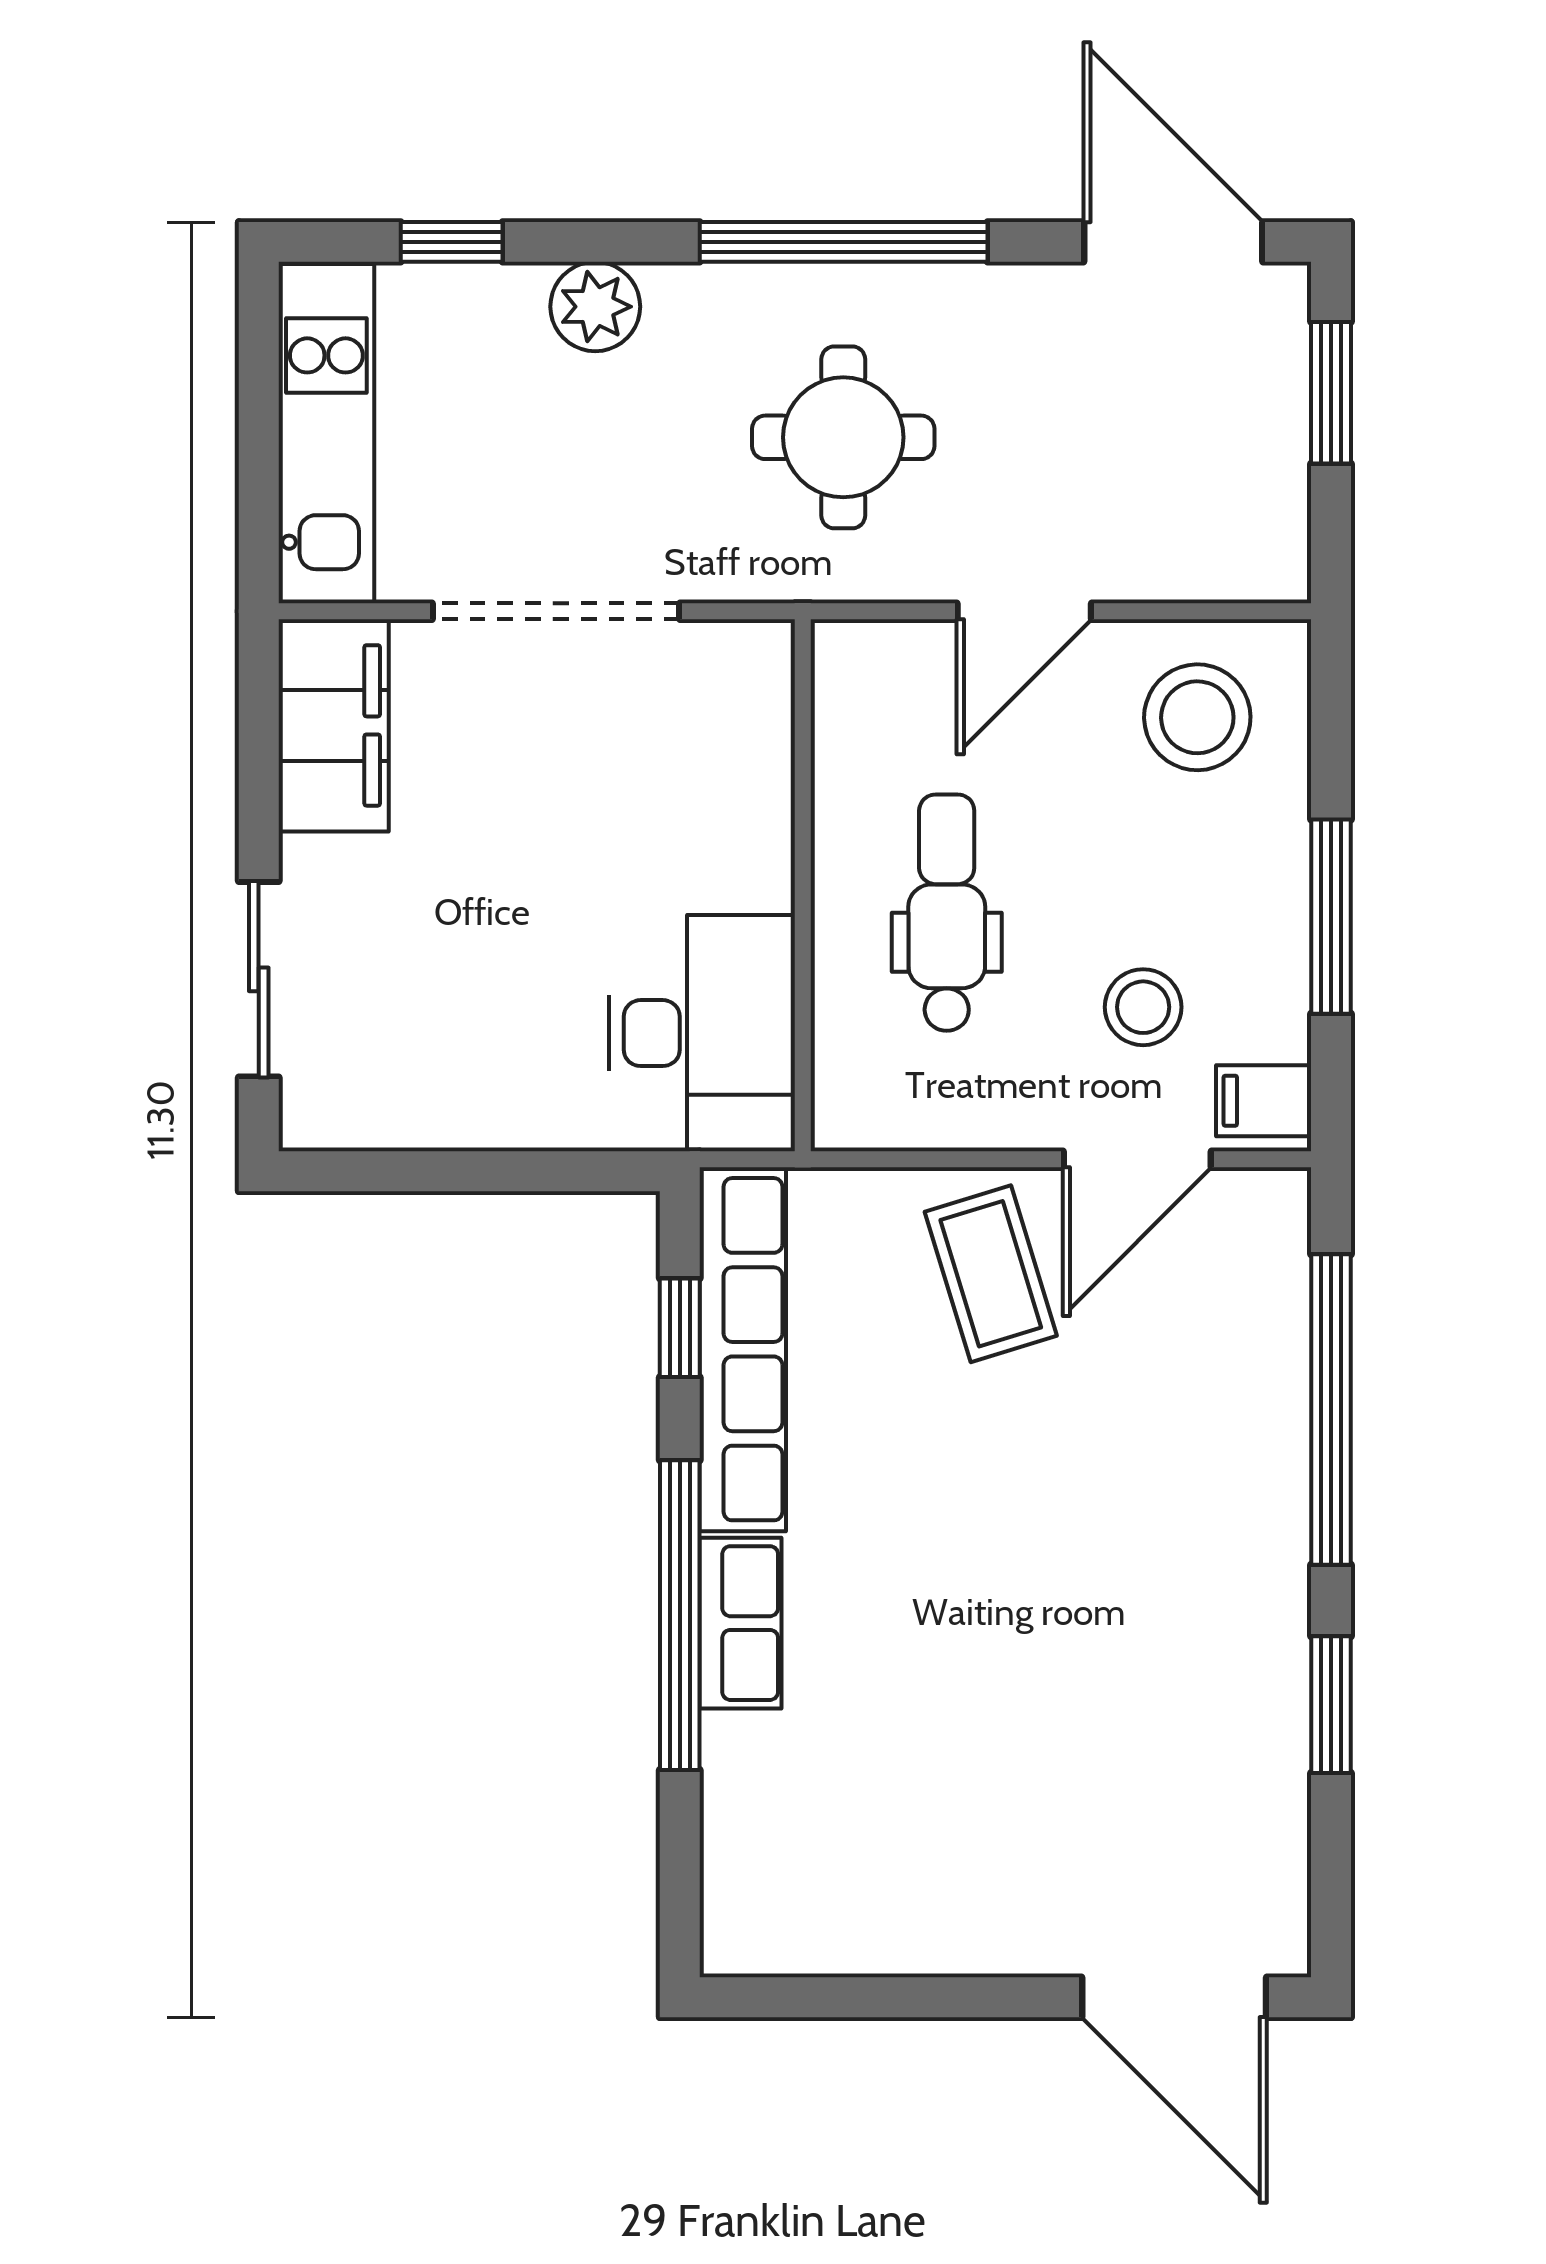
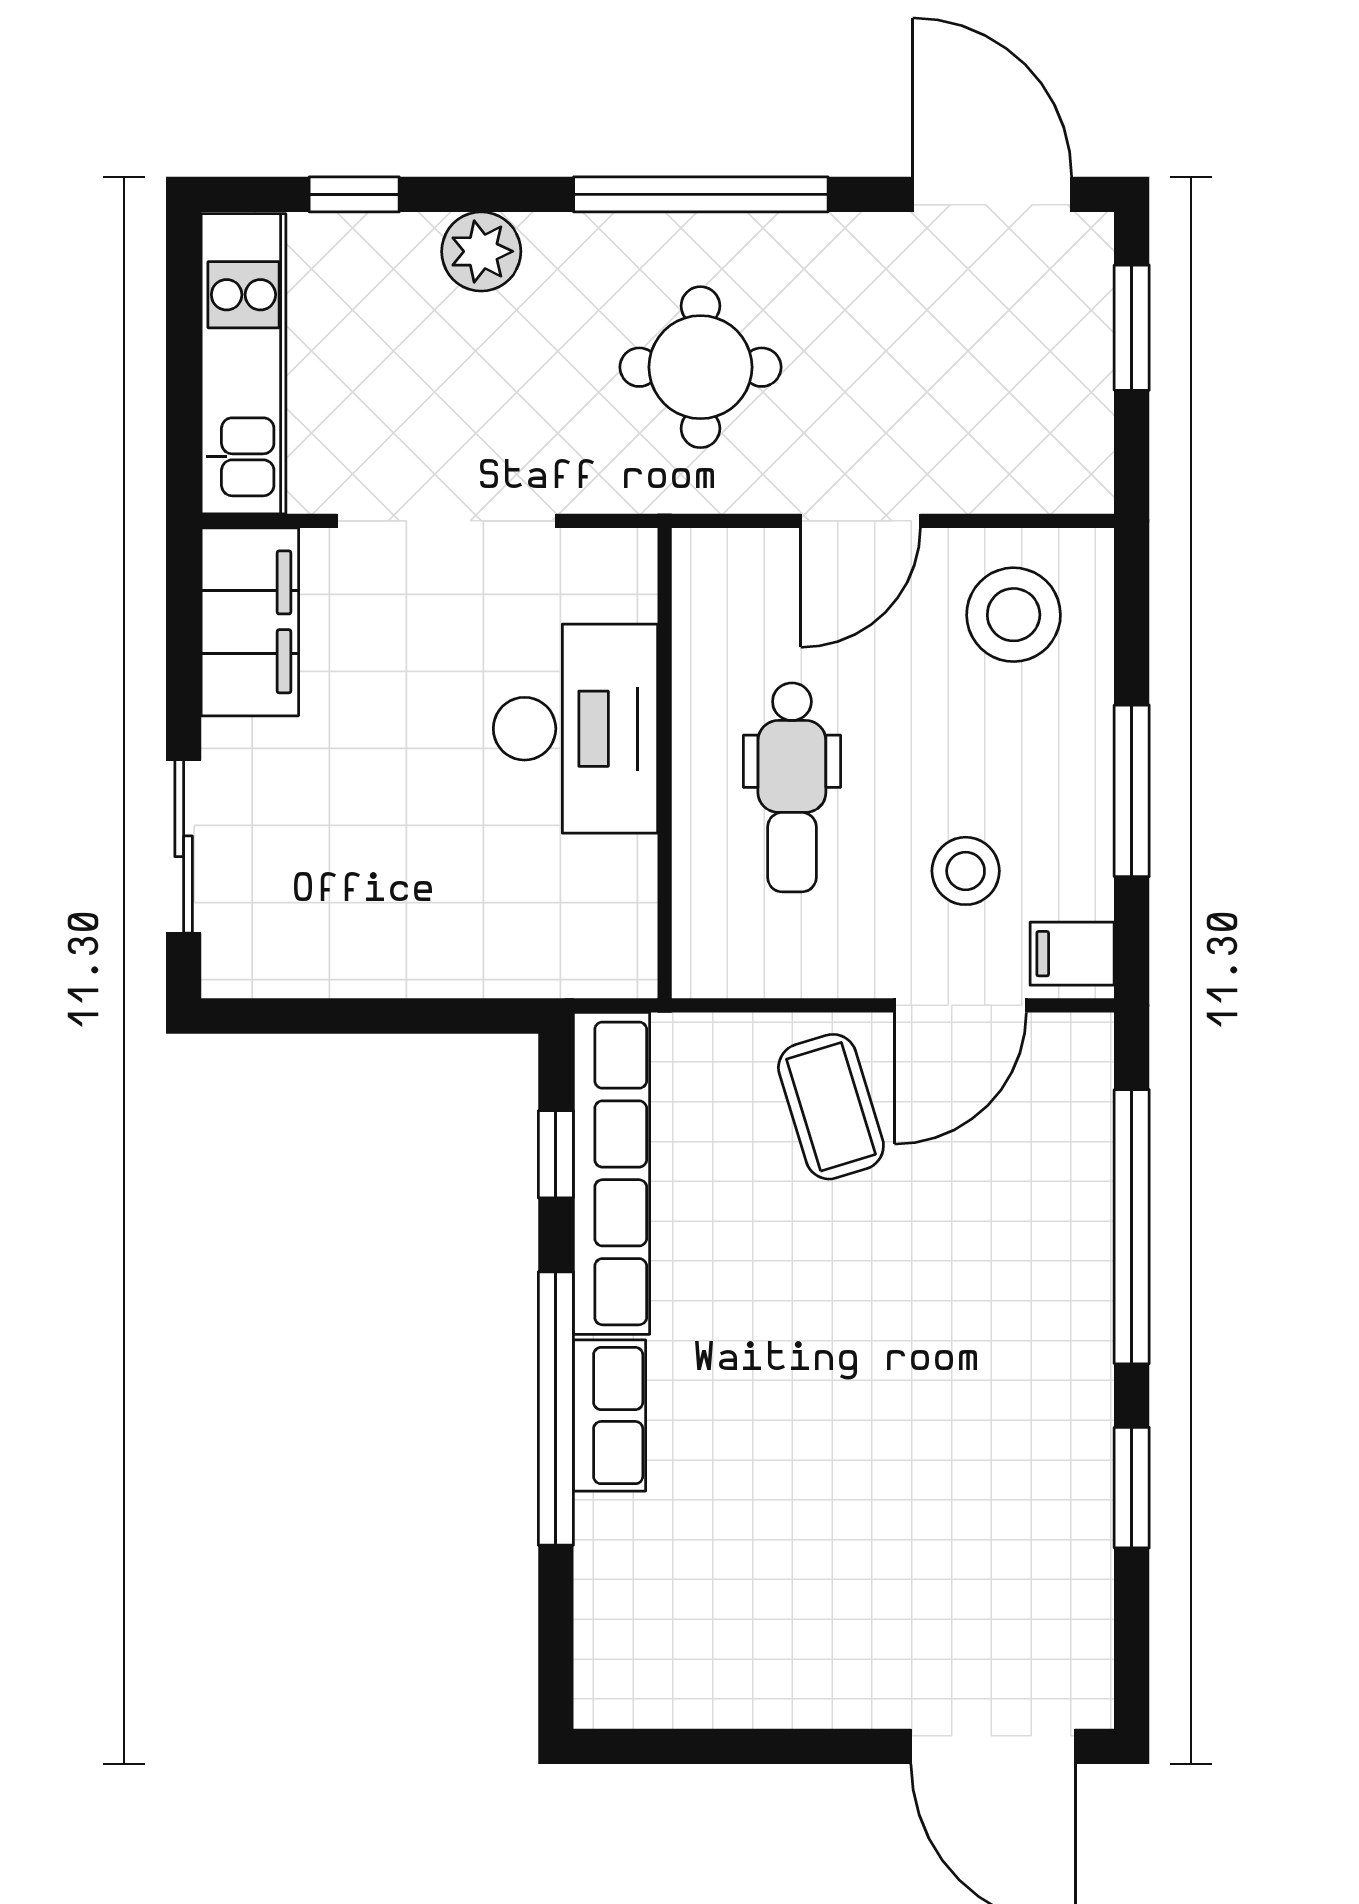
dental chair: (947, 913) -> (792, 787), turned 180
desk: (702, 1033) -> (575, 729), moved

